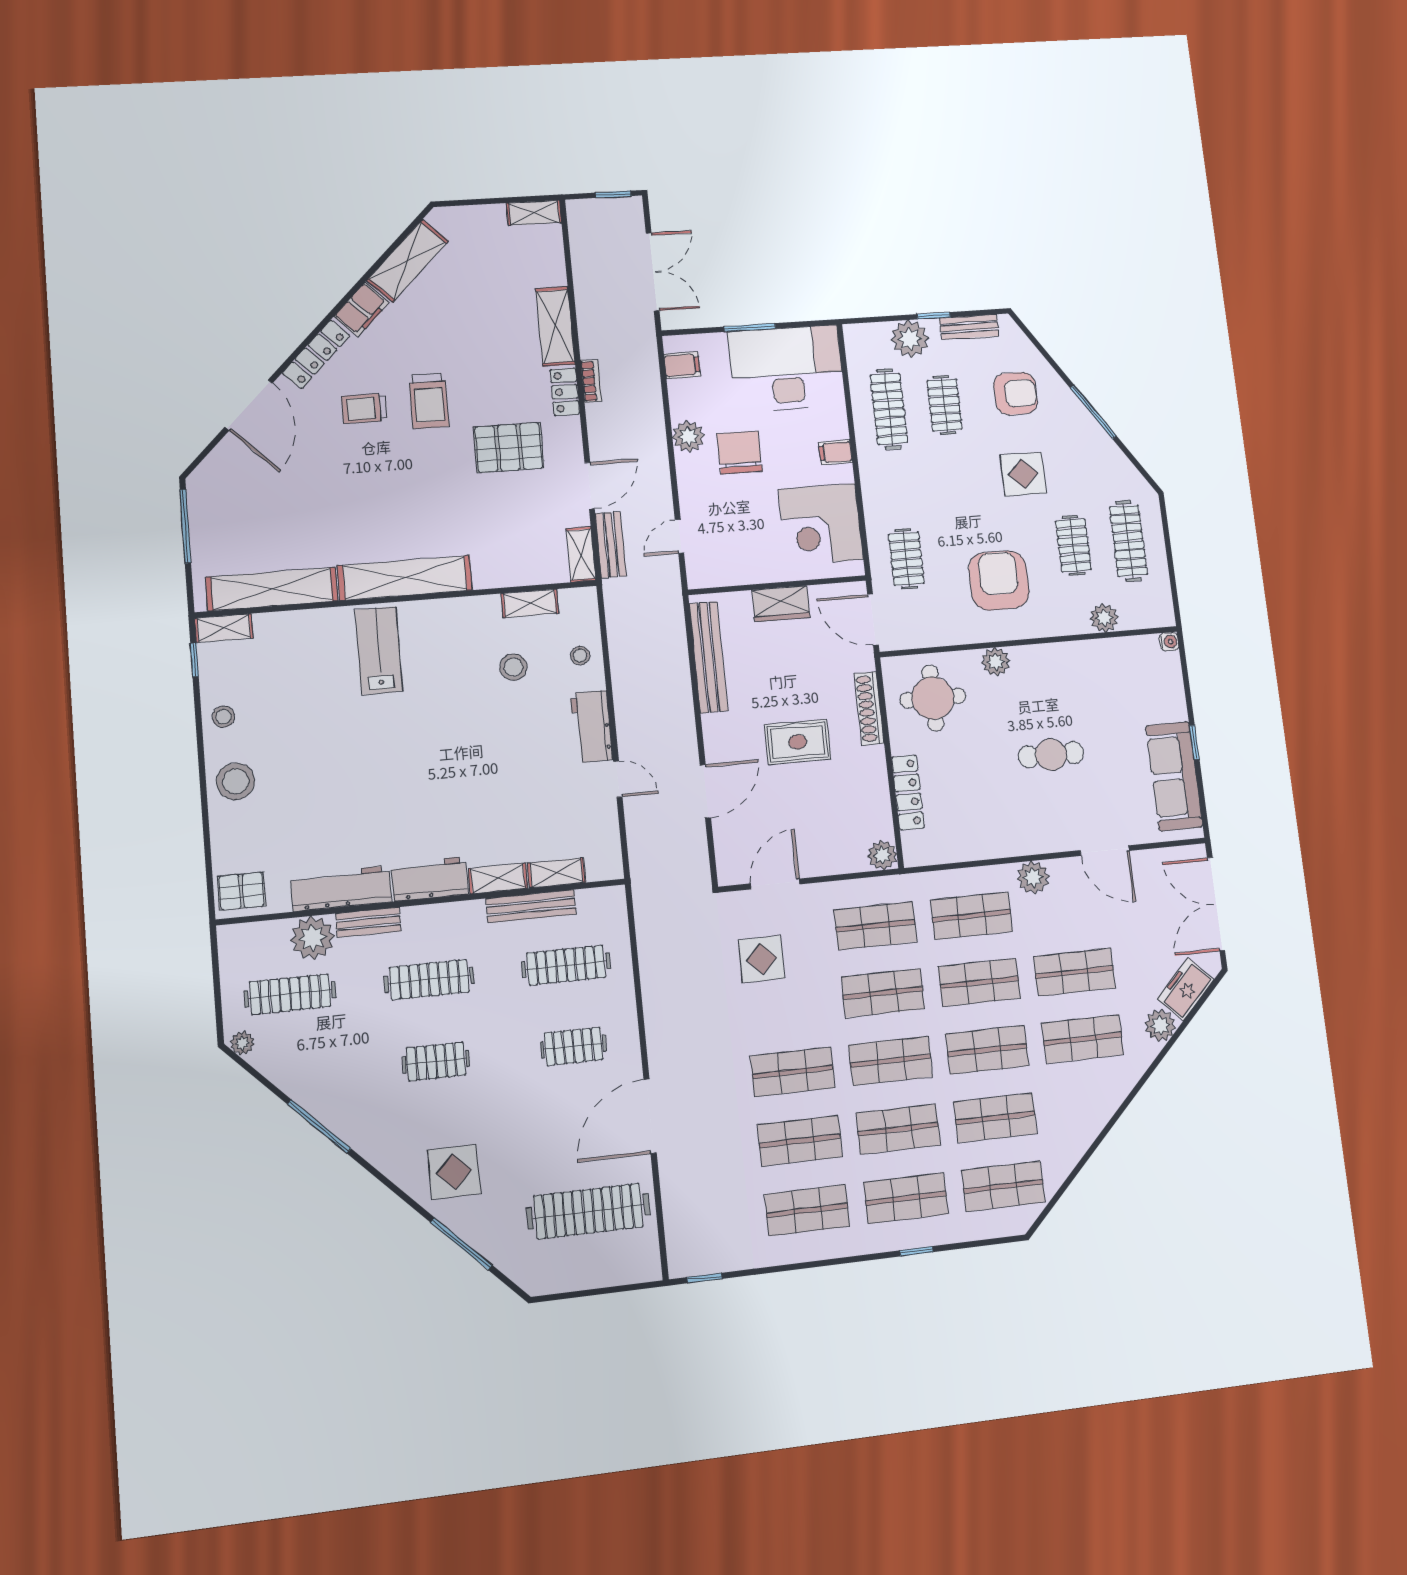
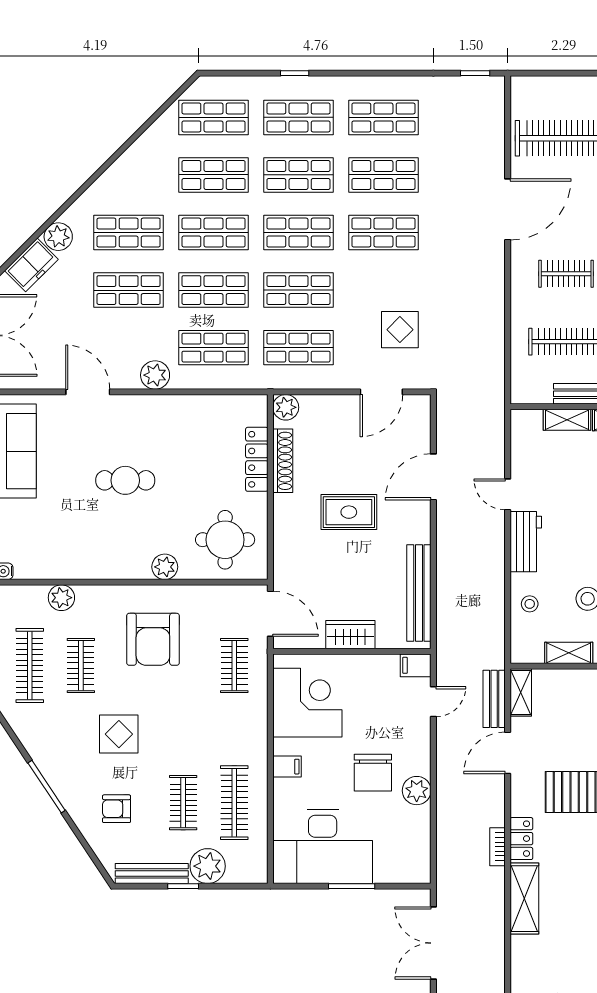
bench: (969, 327) -> (152, 873), width x1.36
filing cabinet: (682, 365) -> (416, 665), moved
armchair: (1016, 393) -> (117, 809), width x0.72, depth x0.72
shoe rack: (869, 708) -> (283, 461), moved

